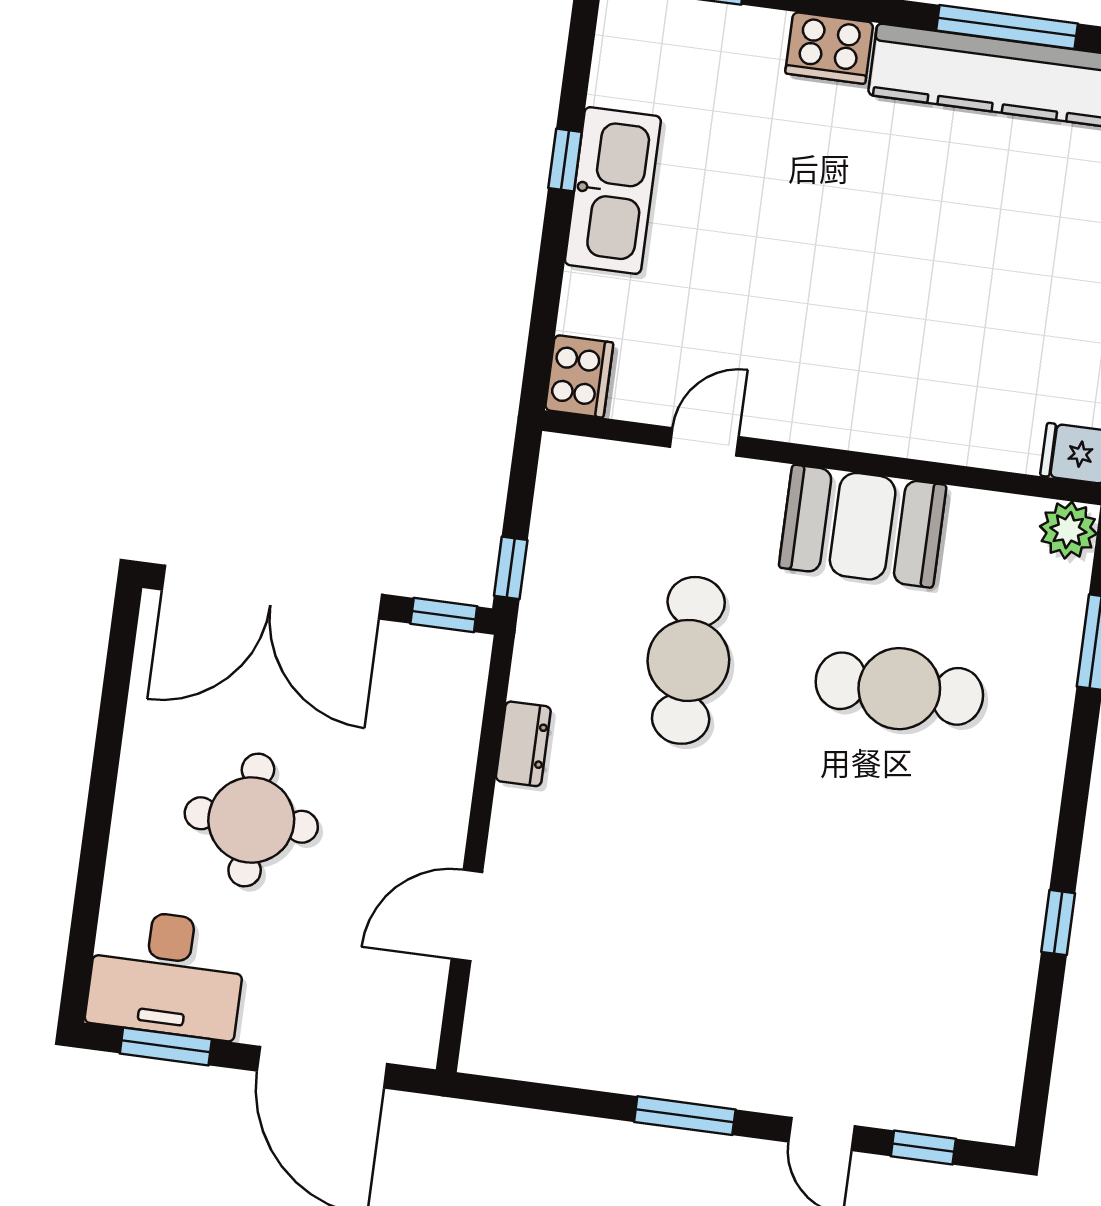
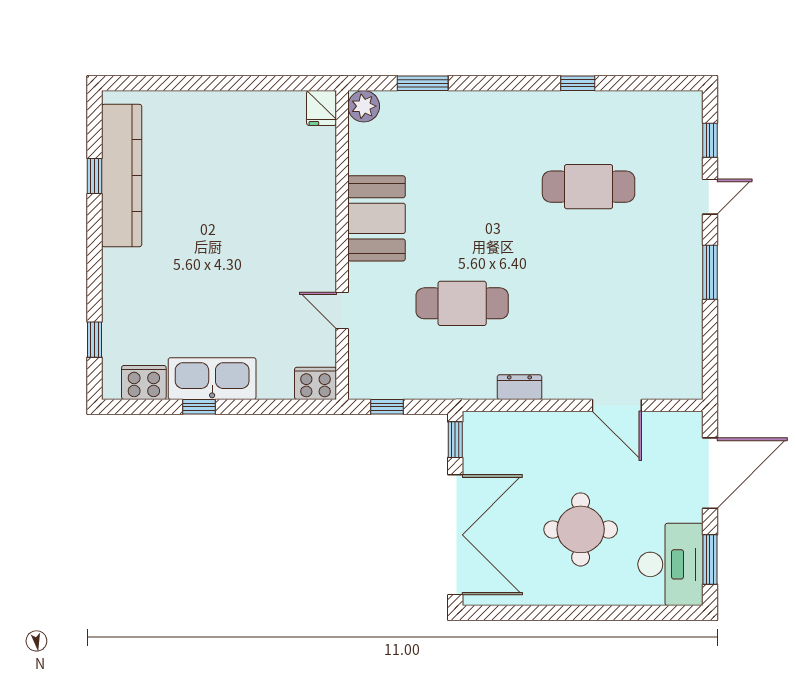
window: (1007, 27) -> (95, 176), width x0.46
cooker: (829, 48) -> (144, 382), moved, turned -90
window: (511, 568) -> (387, 407), moved
cafe table: (899, 689) -> (589, 187), moved, turned 90

